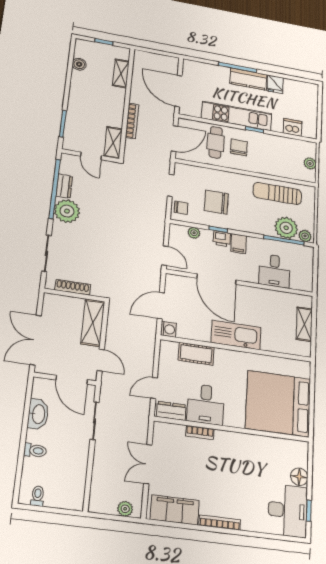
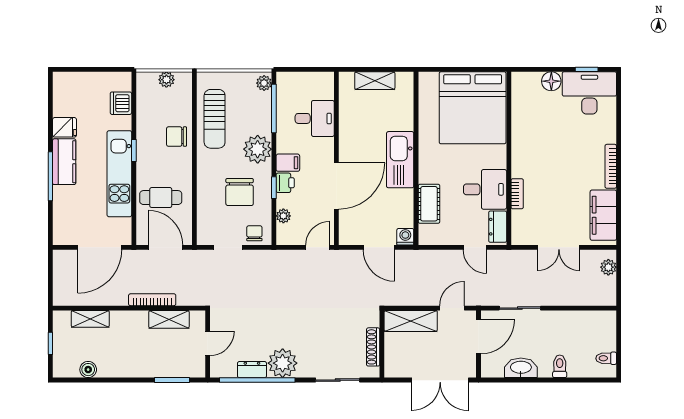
shelving: (113, 143) -> (169, 319), moved
chair: (239, 147) -> (177, 137), moved
plant: (286, 228) -> (258, 149), moved

